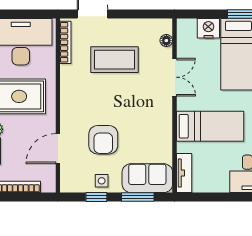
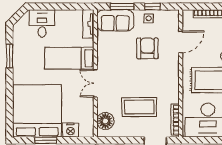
floor lamp: (166, 41) -> (105, 121), width x1.89, depth x1.89
double door: (175, 77) -> (95, 83), moved

